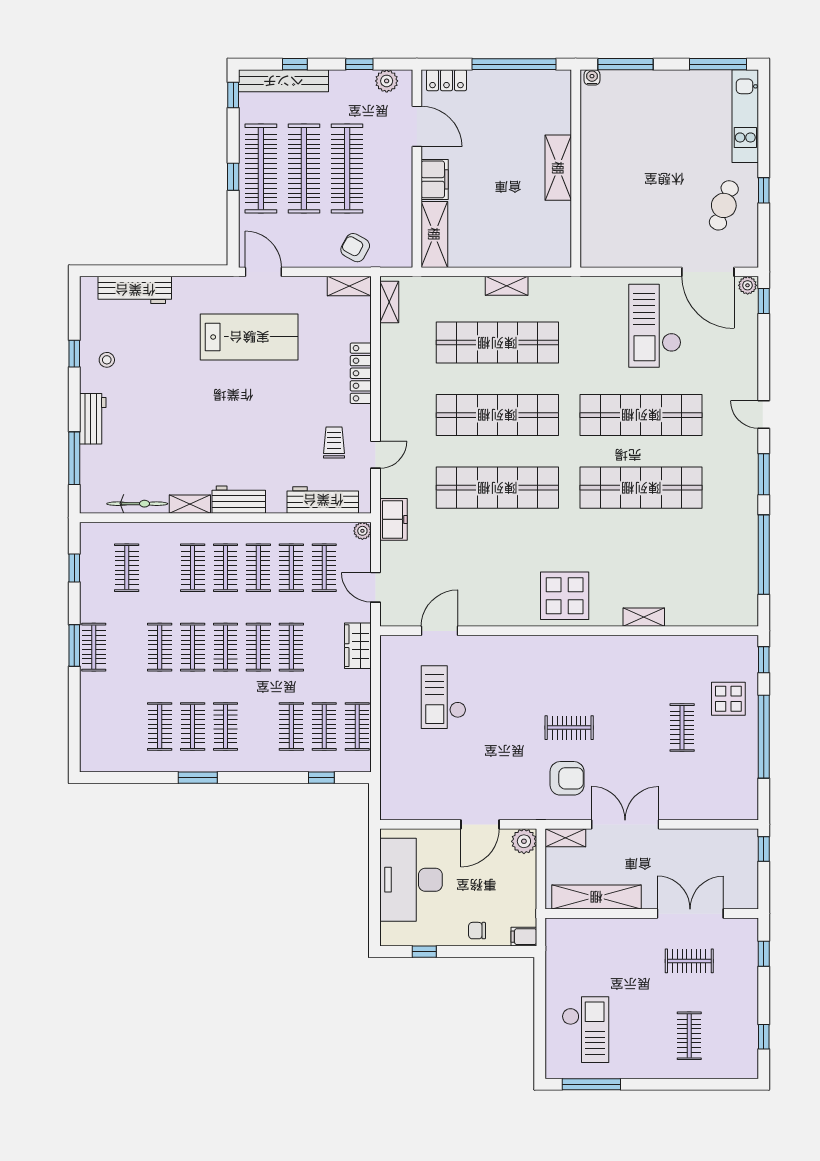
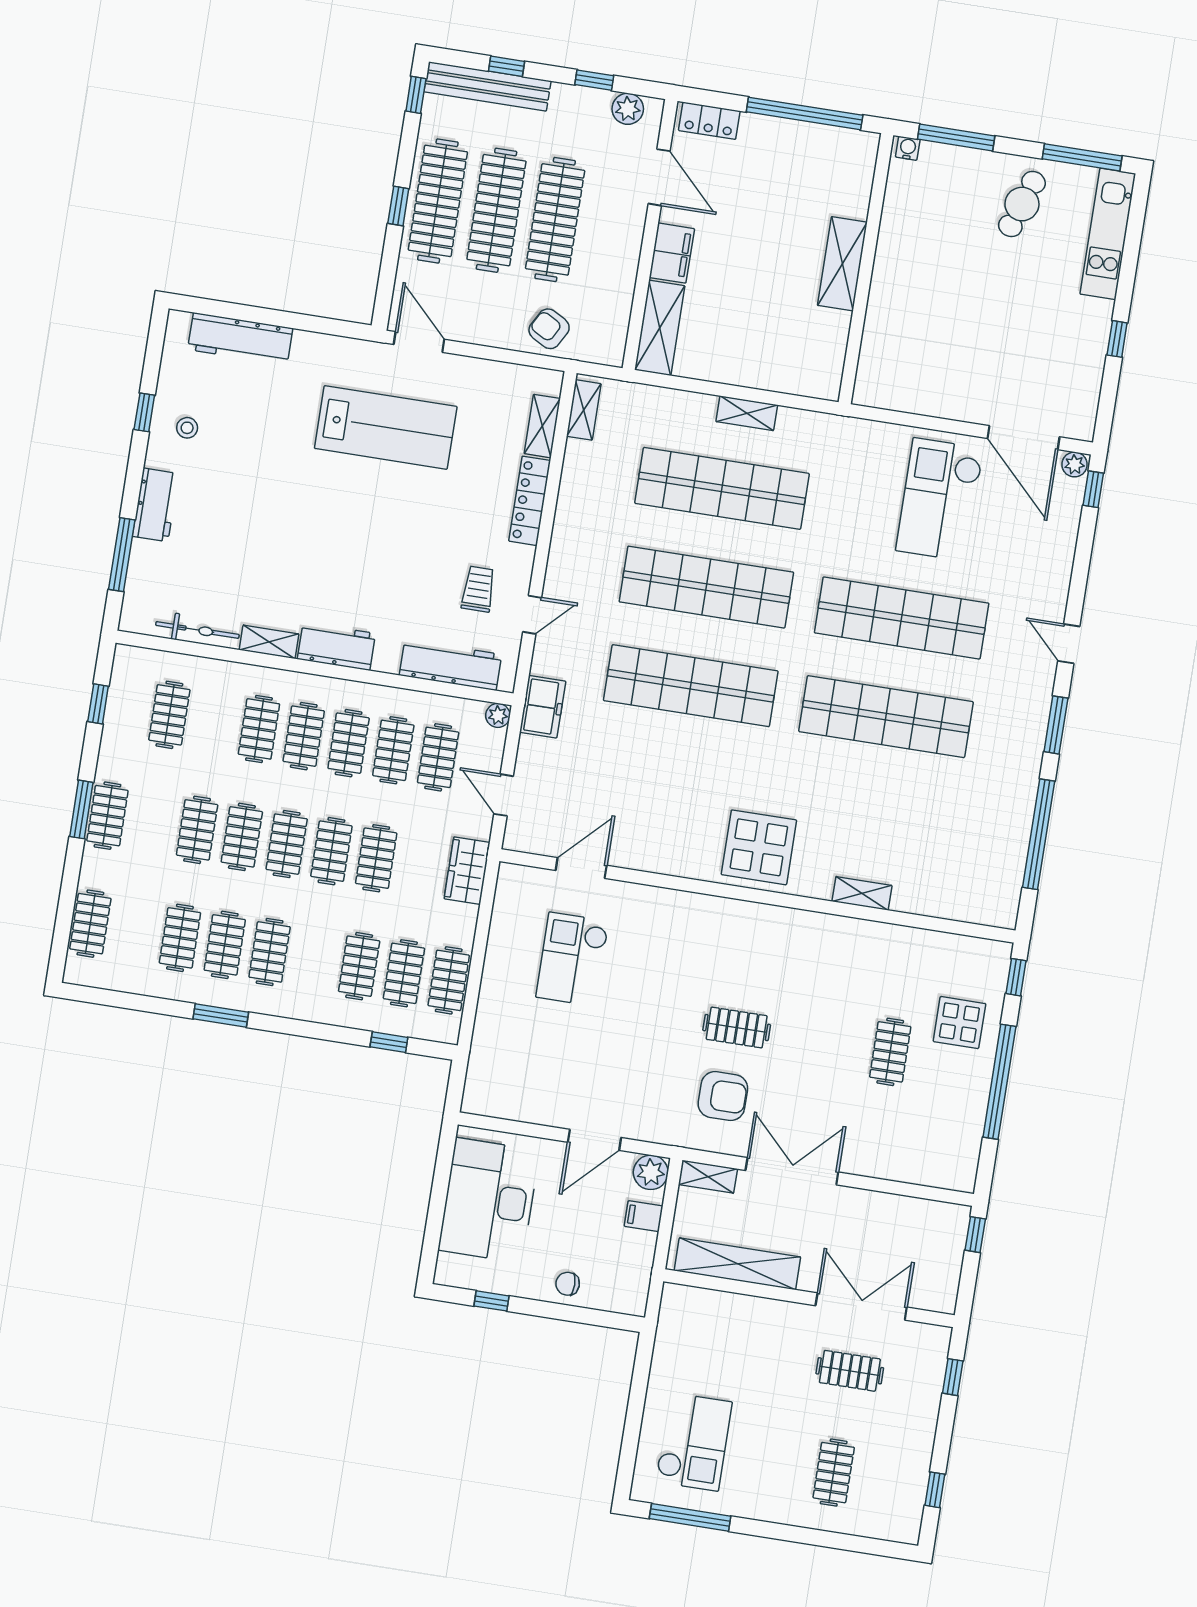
cafe table: (724, 205) -> (1022, 204), moved
shelving: (349, 286) -> (542, 426), moved, turned 90
clothes rail: (94, 726) -> (90, 924), added
filing cabinet: (524, 937) -> (644, 1216), moved

